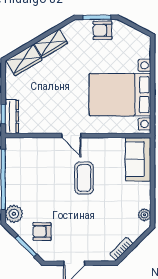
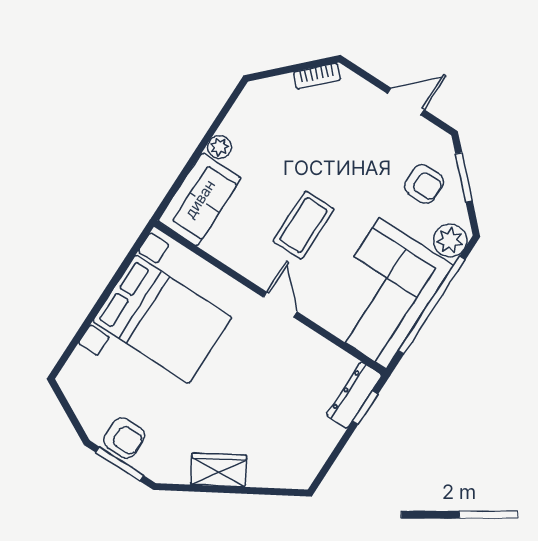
wardrobe: (24, 60) -> (278, 471), removed
corner sofa: (29, 171) -> (383, 293), added
plant: (144, 215) -> (219, 147), moved

